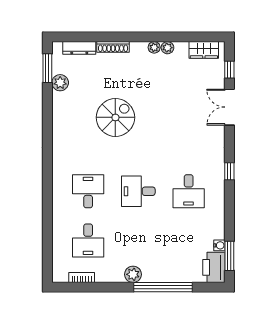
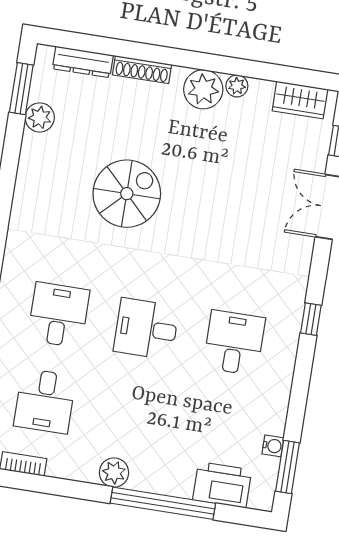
plant: (154, 47) -> (203, 89), width x1.88, depth x1.88
desk: (189, 191) -> (234, 343), turned 180
printer: (214, 267) -> (222, 485), moved, turned 90

